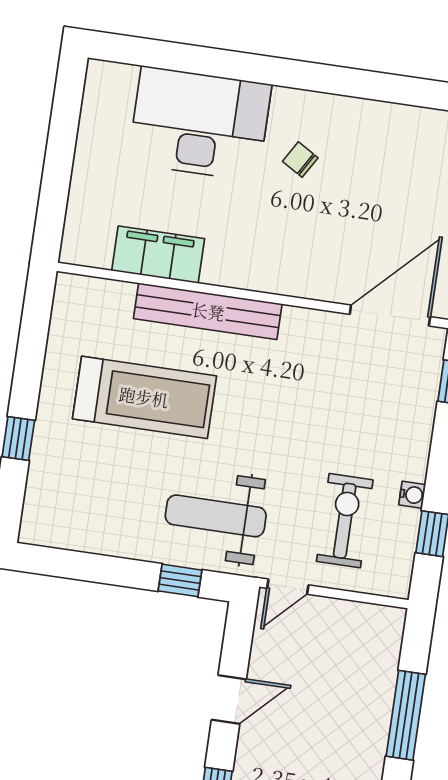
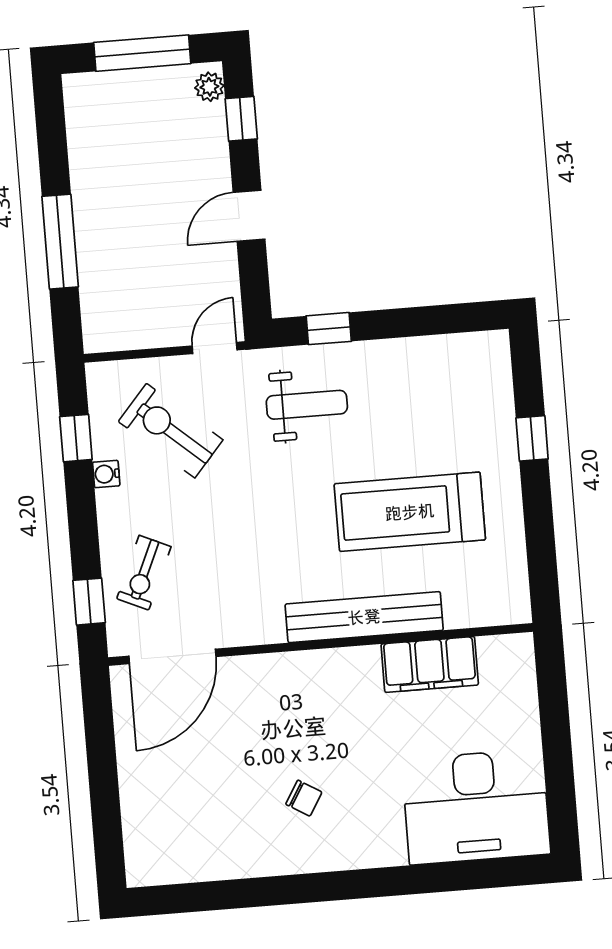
desk: (200, 124) -> (476, 807), moved
exercise bike: (398, 397) -> (144, 573), added
weight bench: (216, 516) -> (307, 405), width x0.73, depth x0.75
exercise bike: (345, 521) -> (171, 431), turned 131

